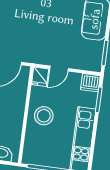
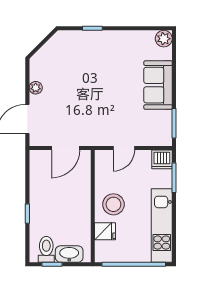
fridge: (40, 77) -> (105, 231), moved, turned -90

